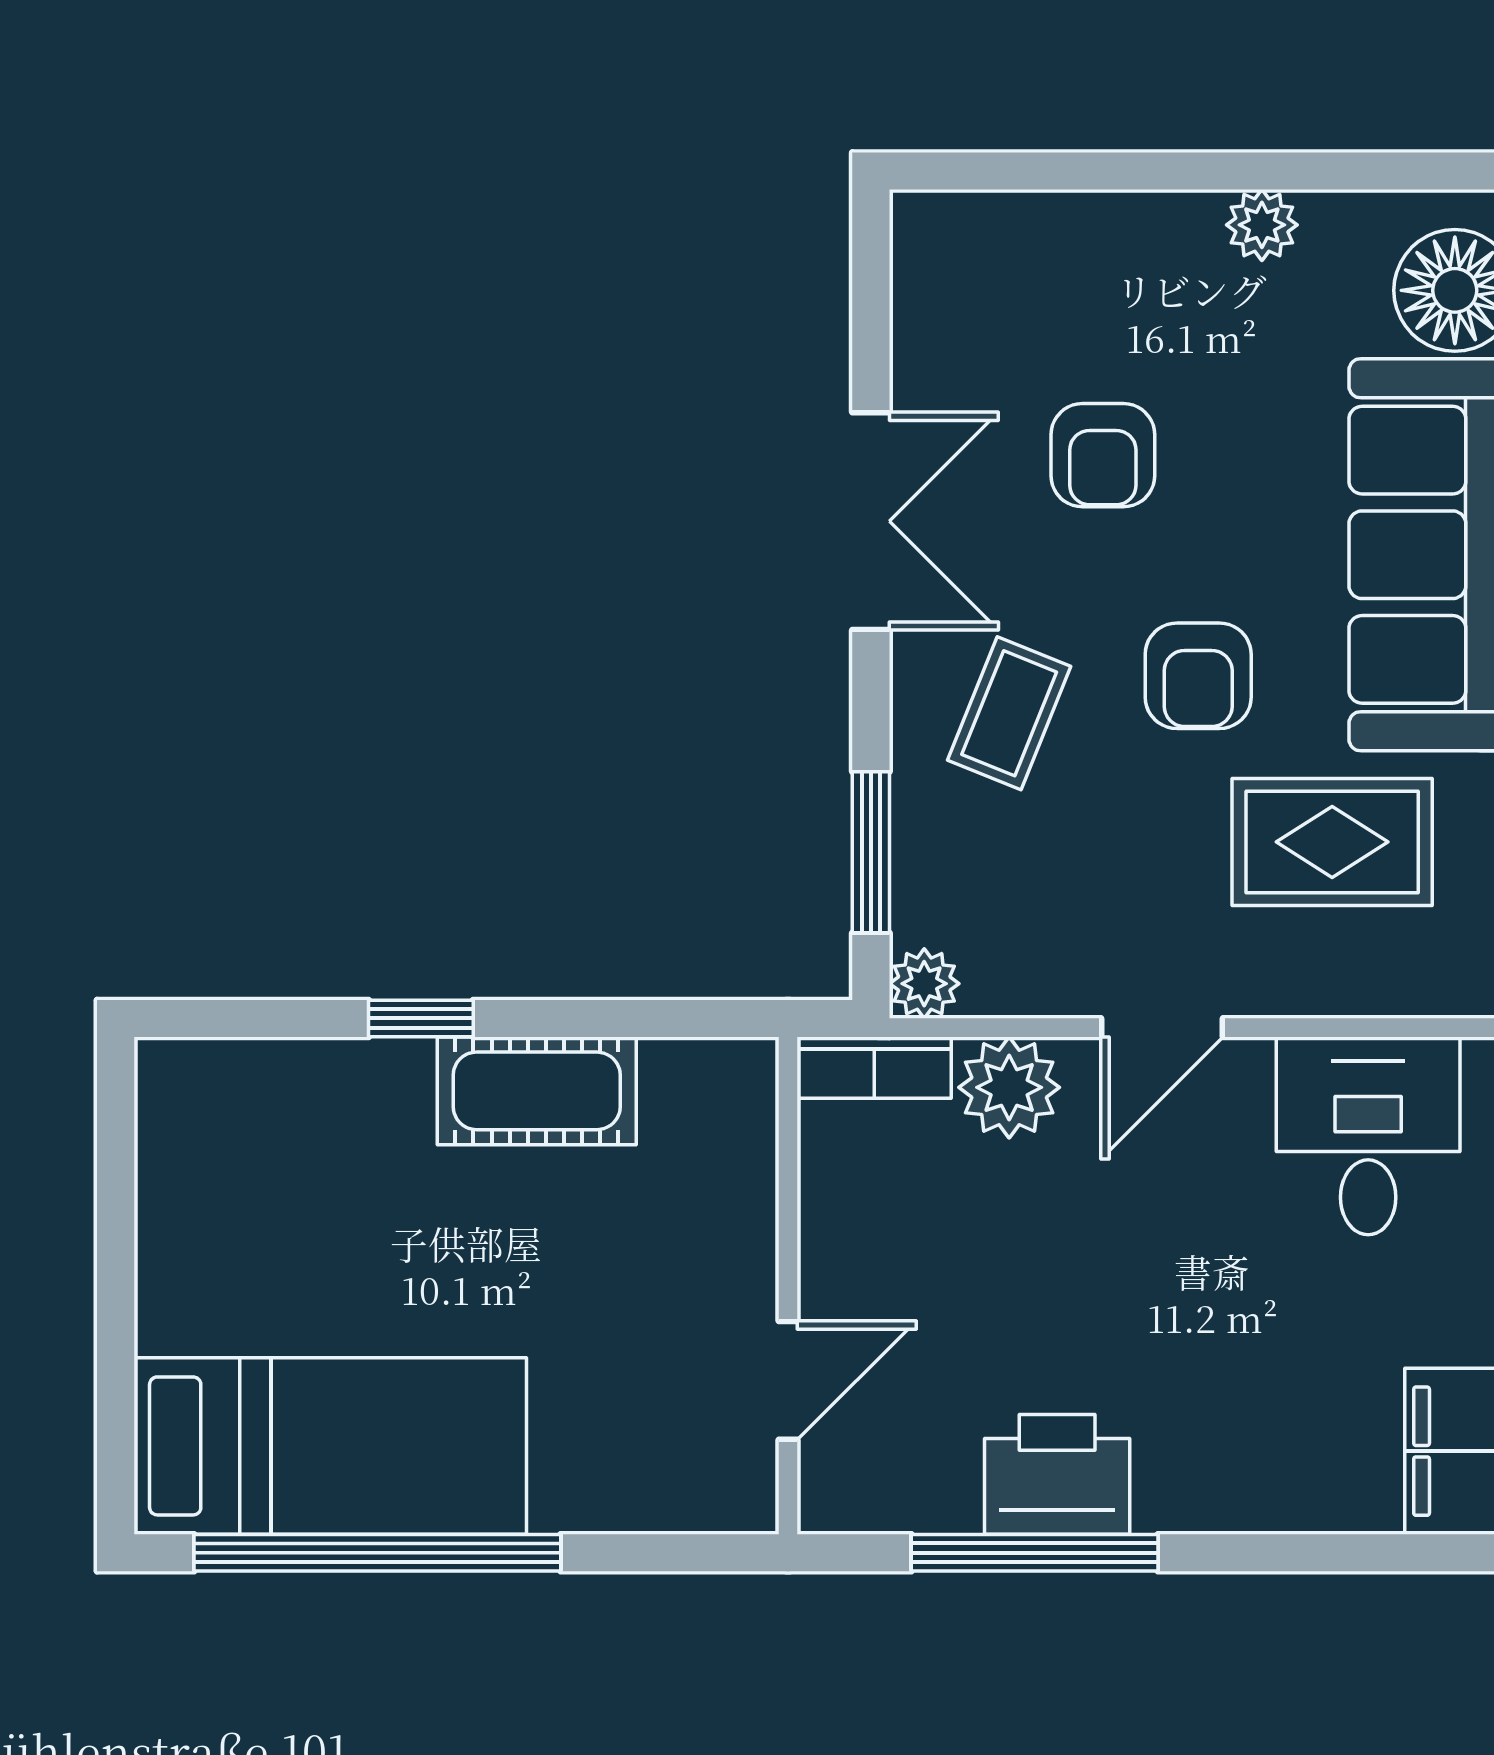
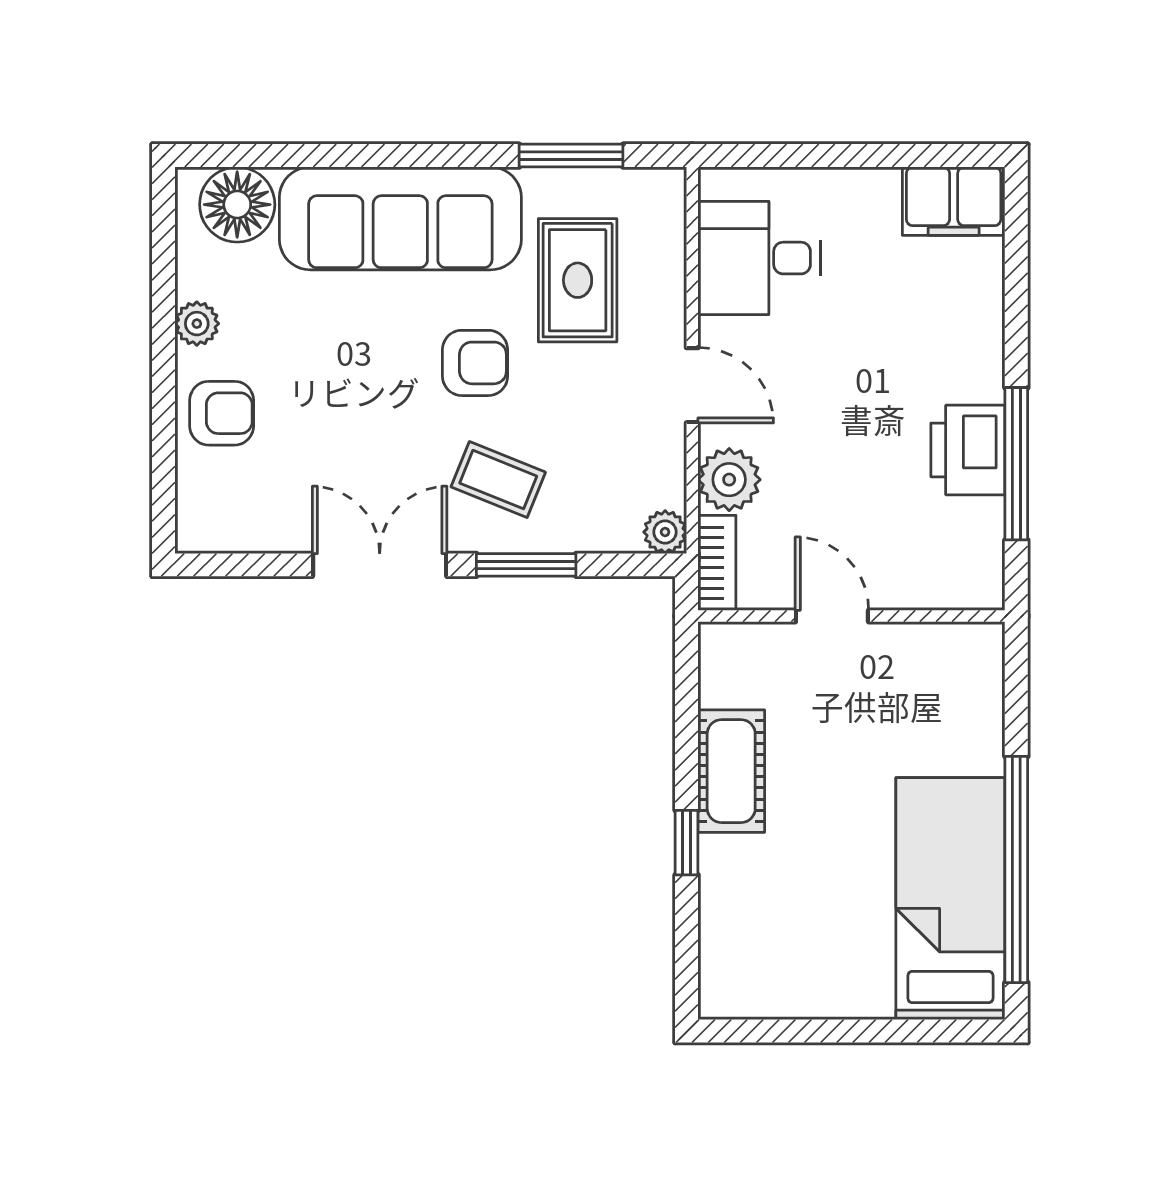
armchair: (1103, 455) -> (222, 413), moved
window: (871, 852) -> (526, 565), moved
door: (788, 1380) -> (832, 616), moved

